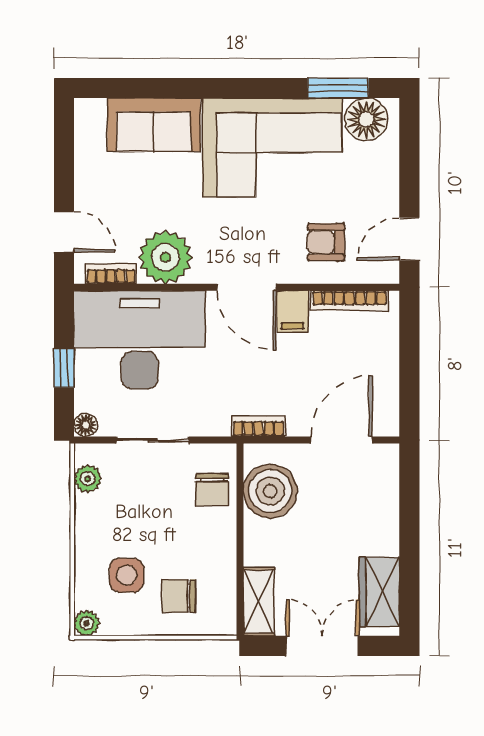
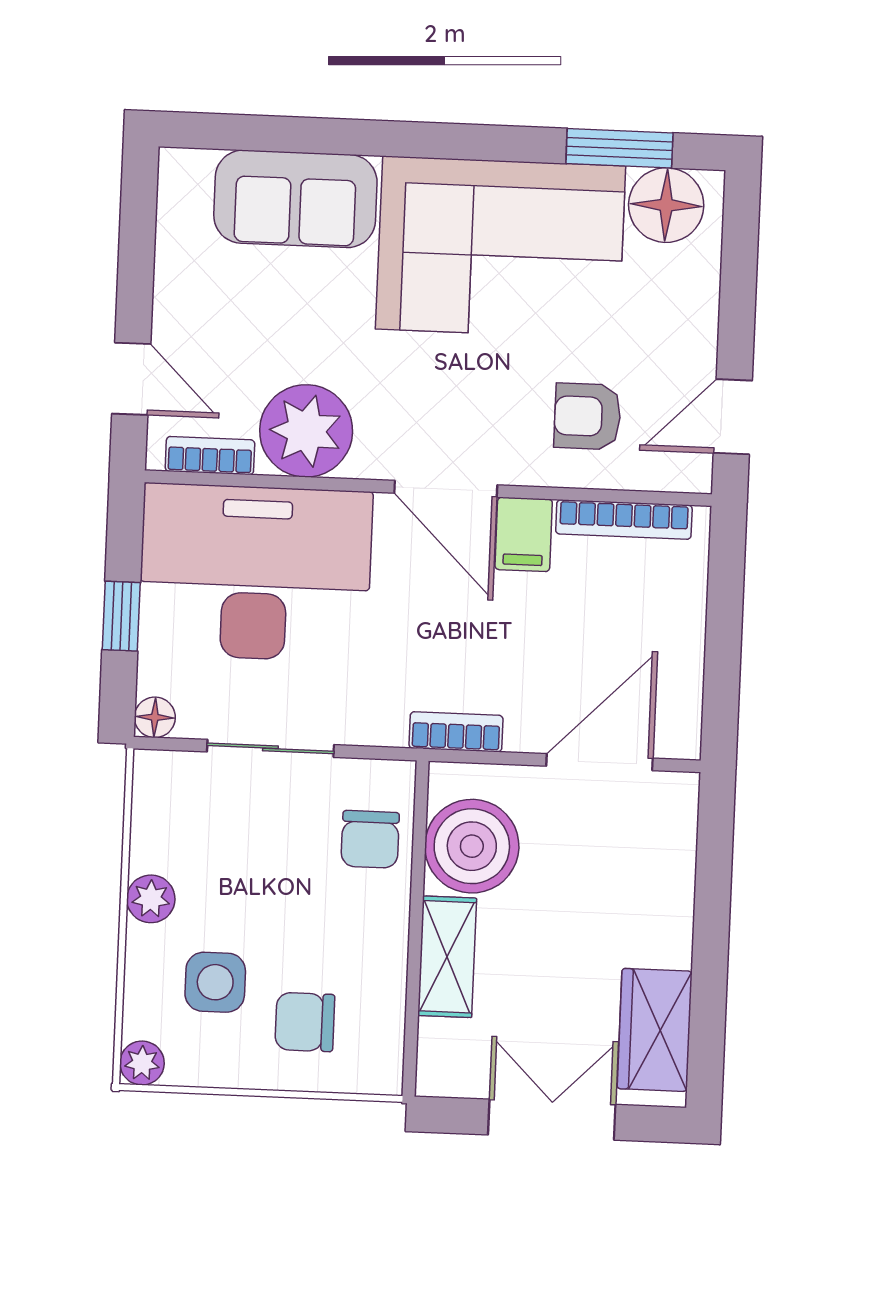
plant: (88, 479) -> (151, 899), moved
shelving: (259, 602) -> (447, 957), moved

